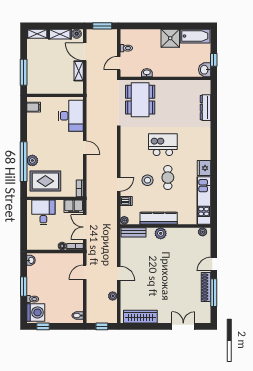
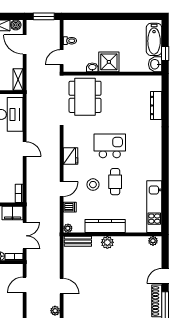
bathtub: (195, 36) -> (154, 39), moved, turned 90
shower: (170, 38) -> (109, 62), moved
shelving: (79, 71) -> (18, 80), moved
fridge: (204, 168) -> (71, 156), moved, turned 180
double door: (85, 227) -> (25, 236), swing flipped

